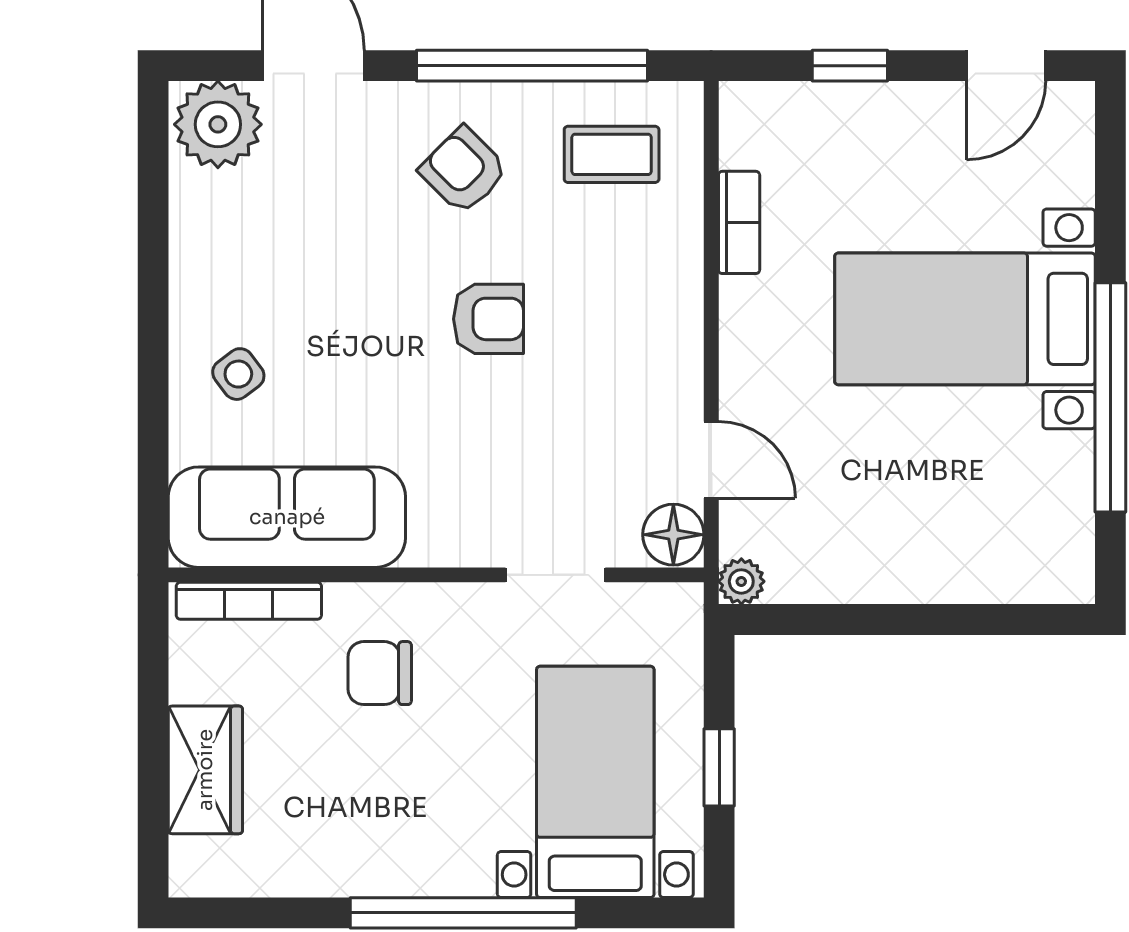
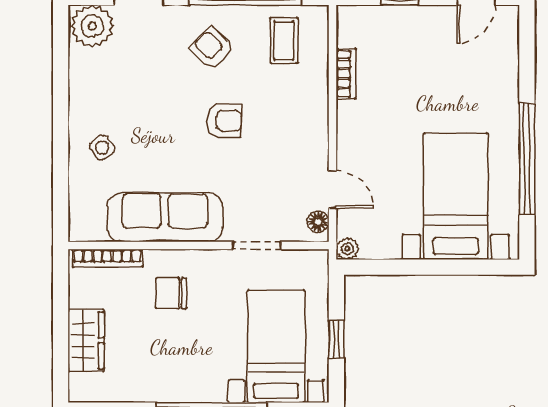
coffee table: (612, 154) -> (284, 41), turned 90
bed with nightstands: (965, 319) -> (456, 196), moved, turned 90
sofa: (287, 517) -> (165, 217), moved
floor lamp: (673, 535) -> (318, 222), width x0.73, depth x0.73

